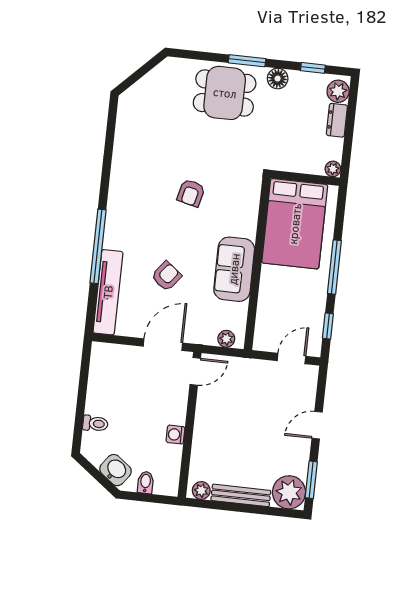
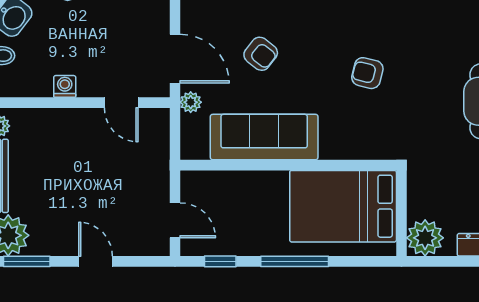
plant: (333, 169) -> (425, 238), width x1.88, depth x1.88
sofa: (234, 269) -> (264, 137), width x1.36
plant: (226, 339) -> (191, 102), moved
door: (195, 371) -> (121, 103), moved

